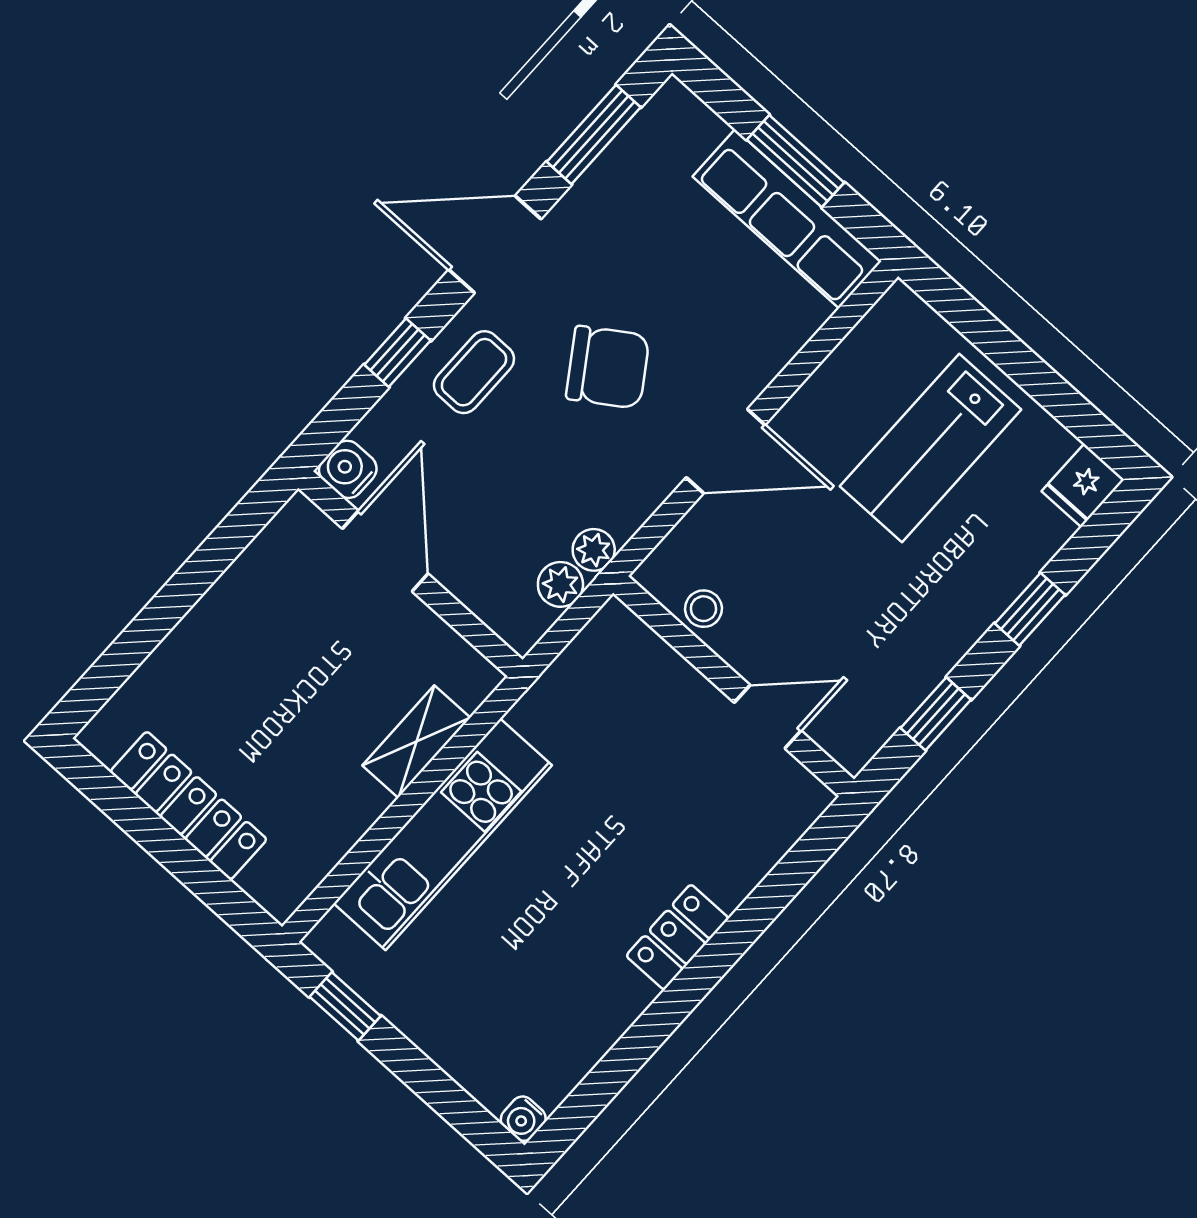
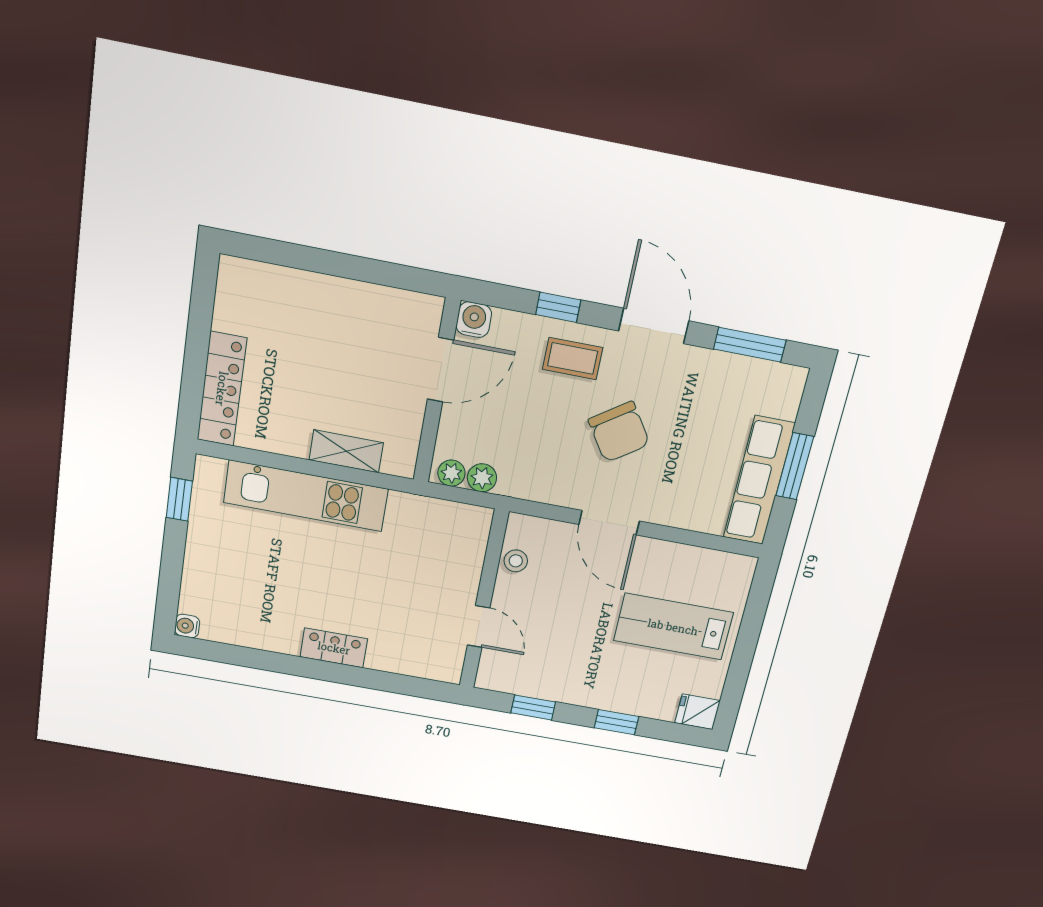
plant: (594, 550) -> (451, 473), moved
locker: (188, 806) -> (222, 389), moved

